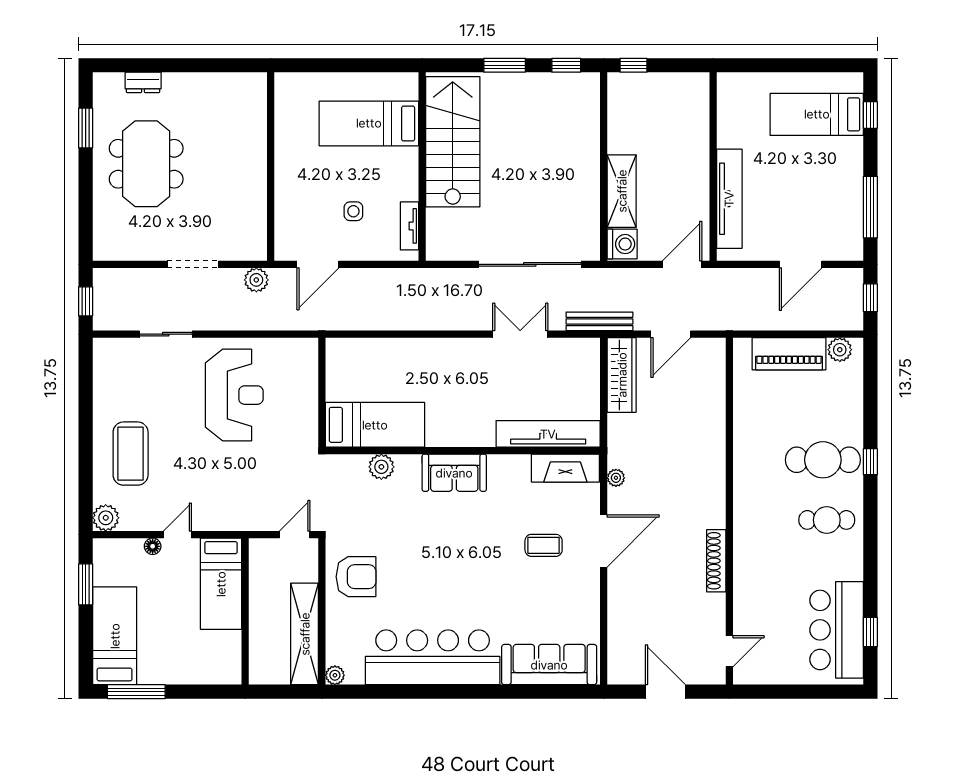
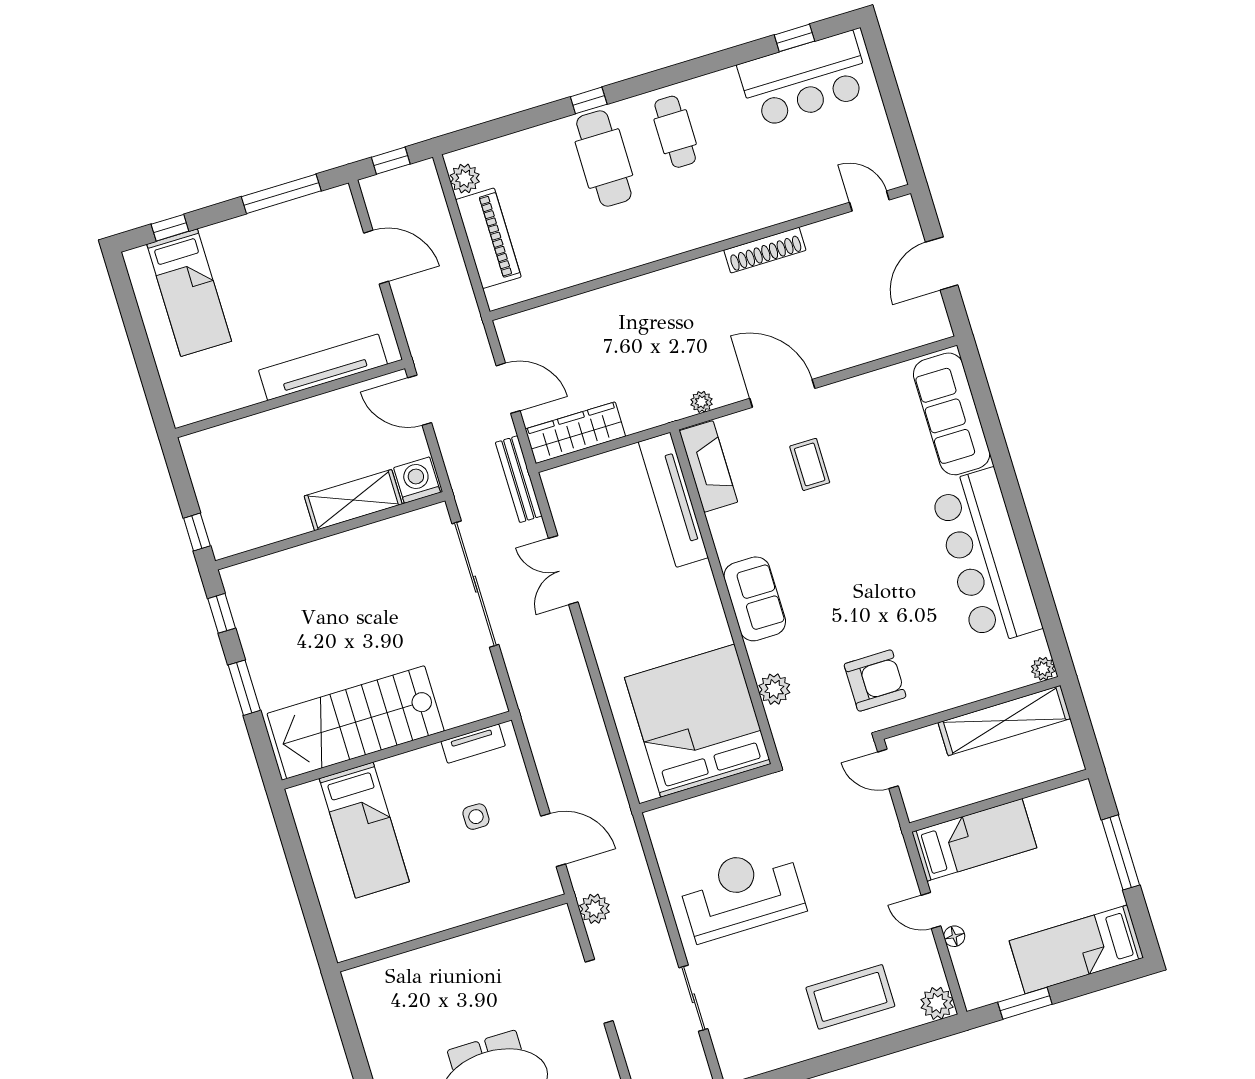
bed: (375, 425) -> (698, 721), width x2.04
armchair: (356, 577) -> (875, 681), moved, turned 90
window: (136, 692) -> (1121, 852), moved

